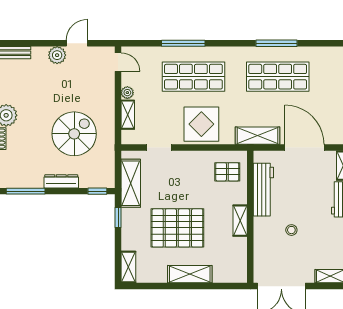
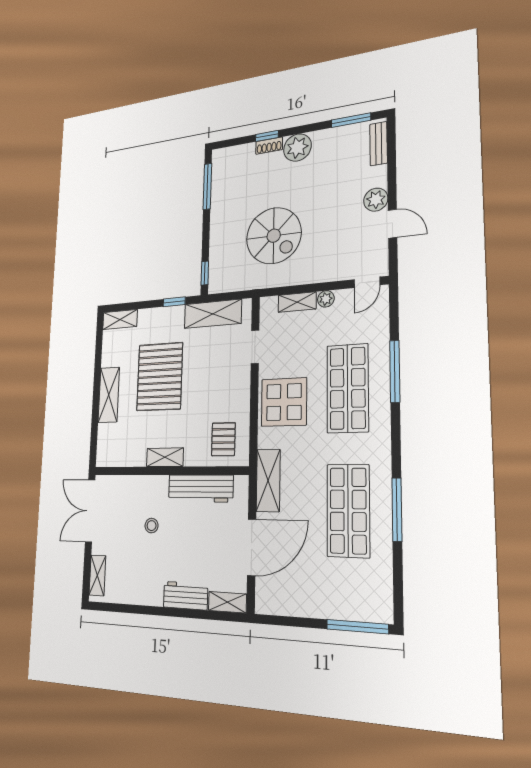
dresser: (61, 181) -> (217, 227), removed

